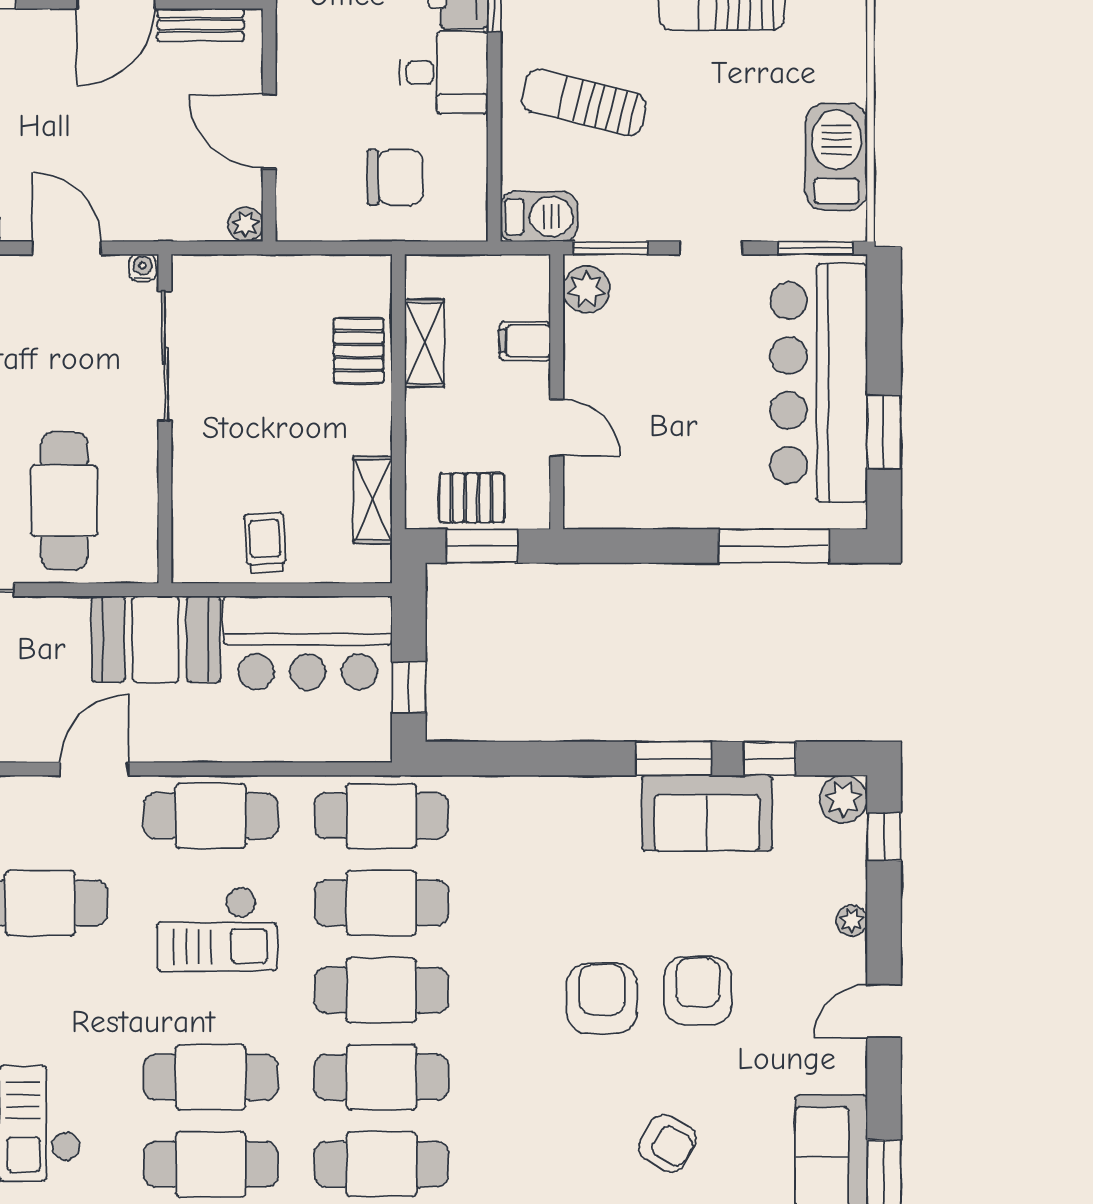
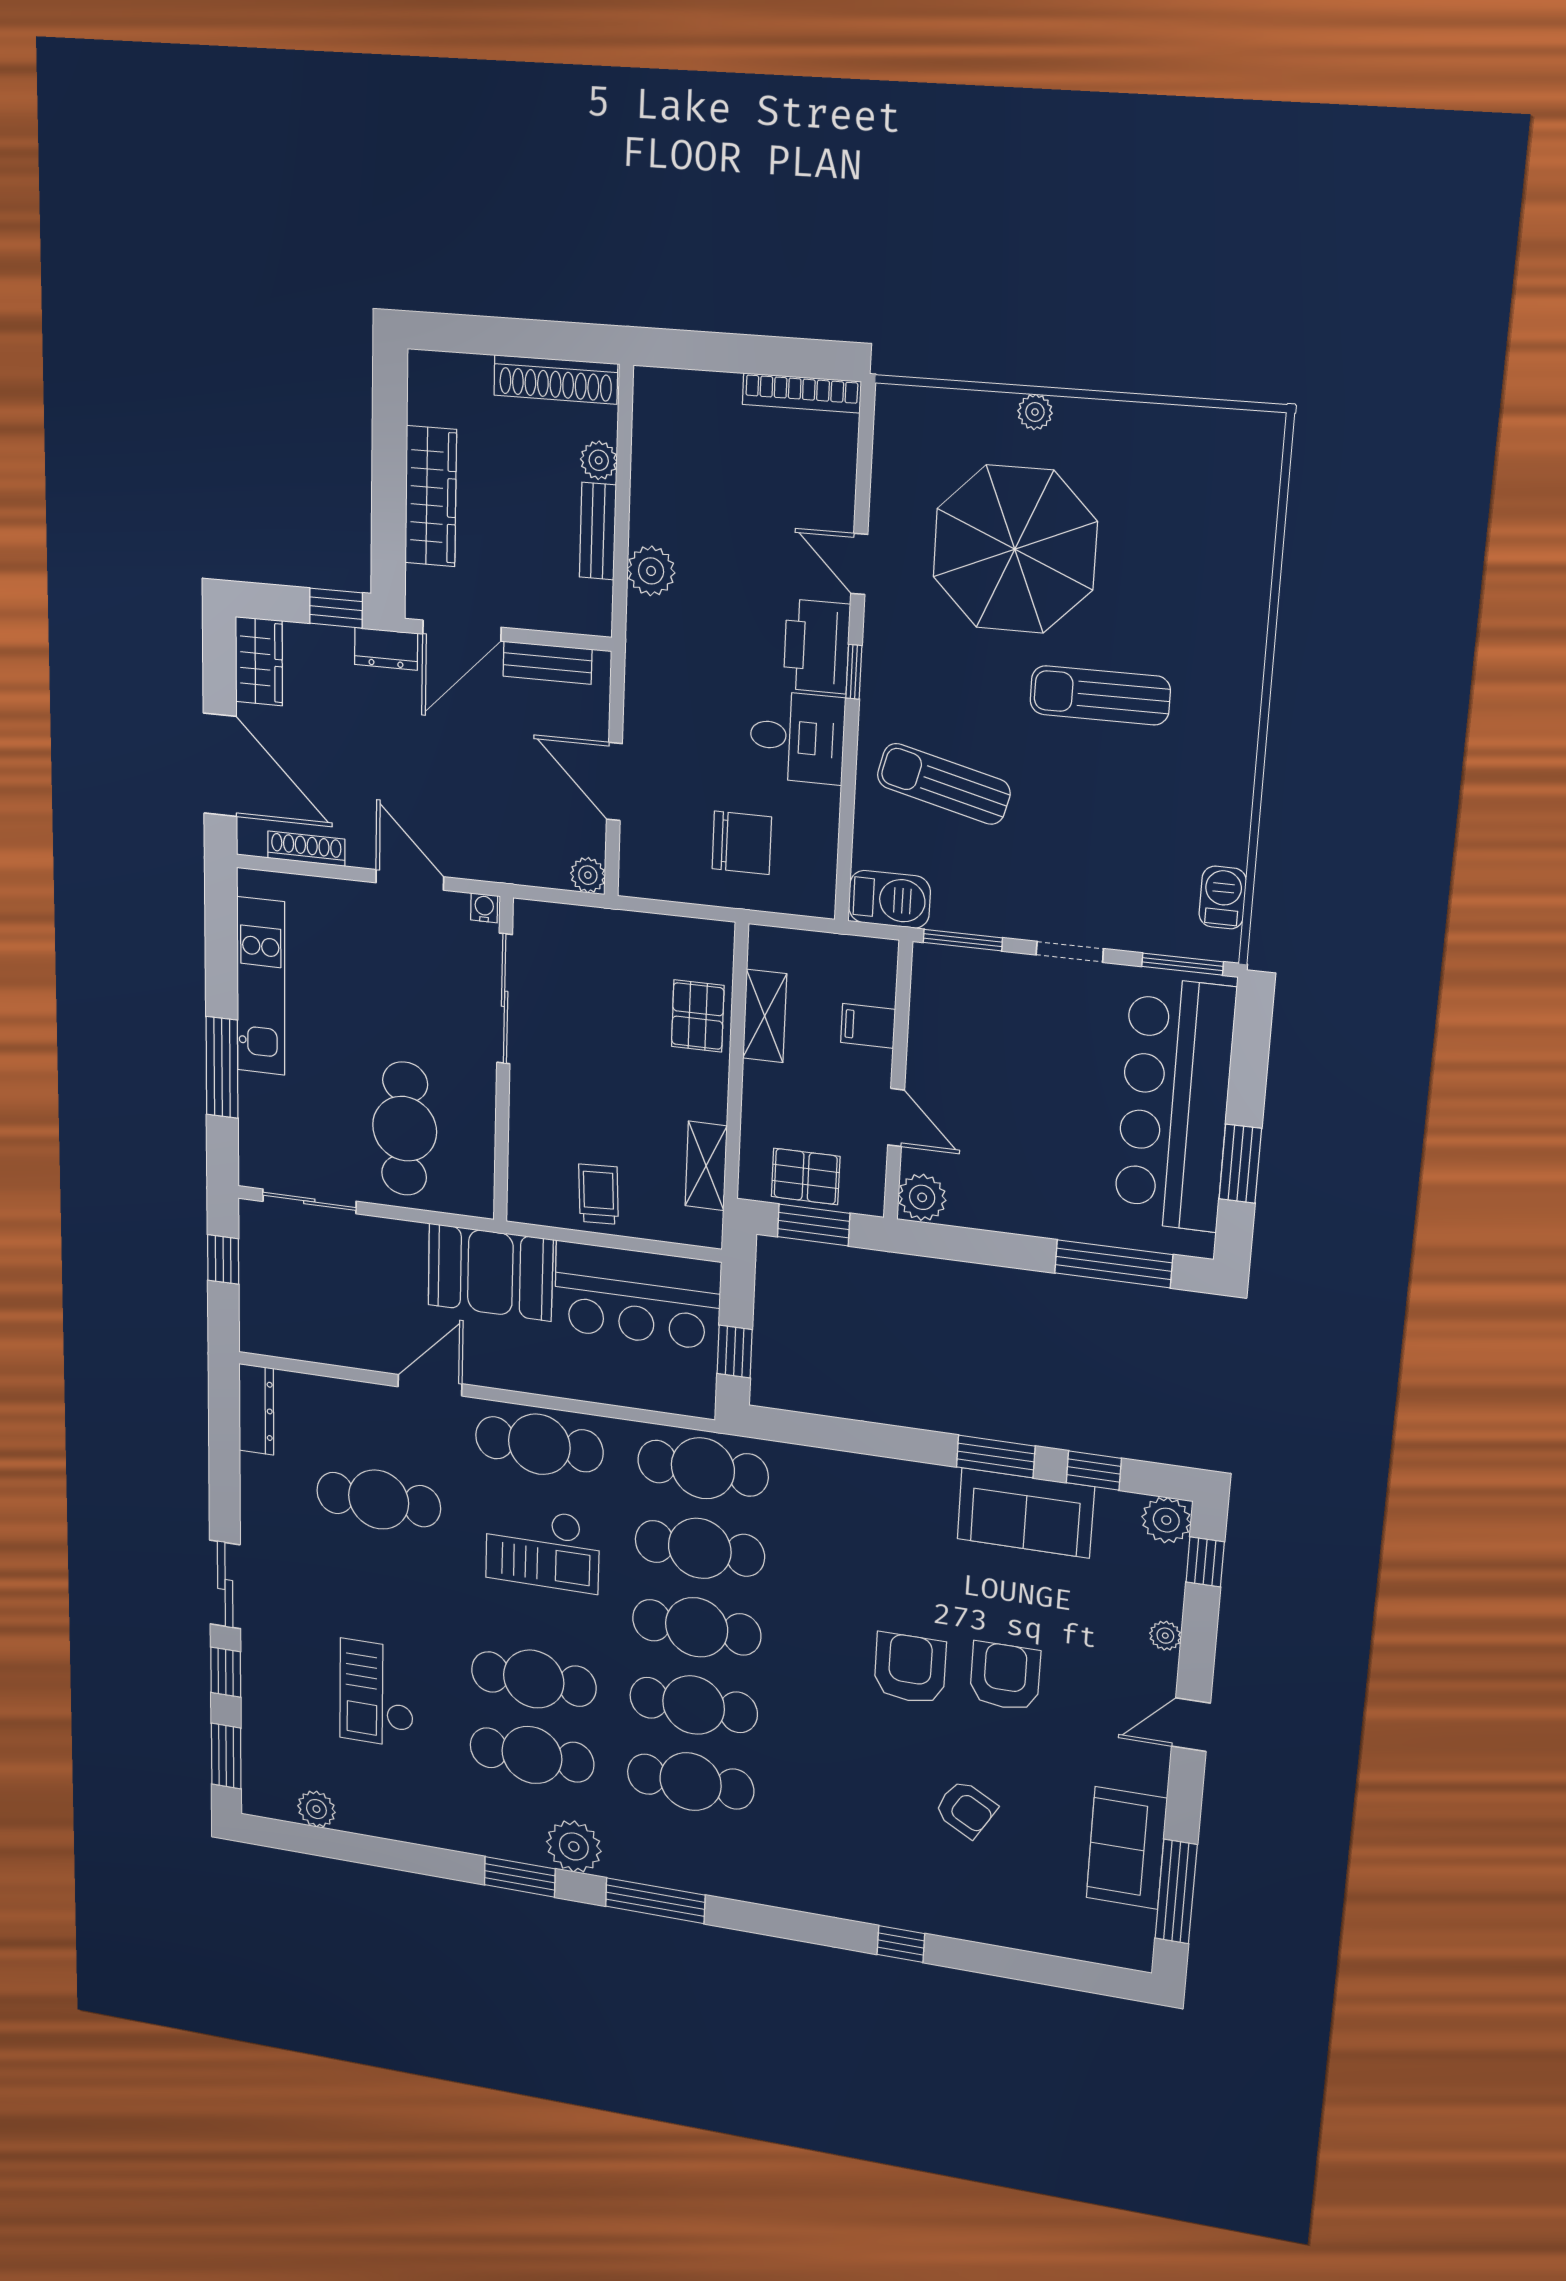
dresser: (40, 26) -> (386, 649), added
barbecue: (836, 157) -> (1223, 898), width x0.53, depth x0.65
plant: (586, 289) -> (922, 1197), moved

